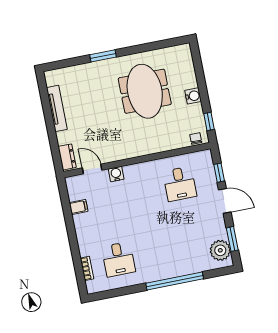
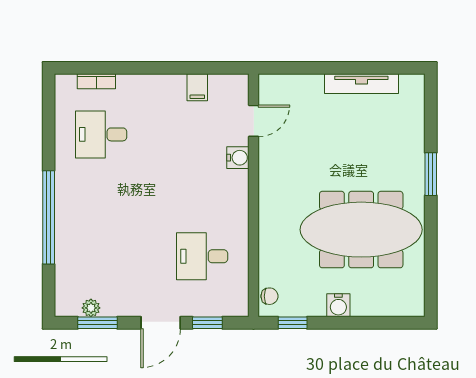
meeting table: (145, 91) -> (361, 230), width x1.36
dresser: (67, 157) -> (281, 85), removed
plant: (220, 250) -> (91, 308), width x0.53, depth x0.53

